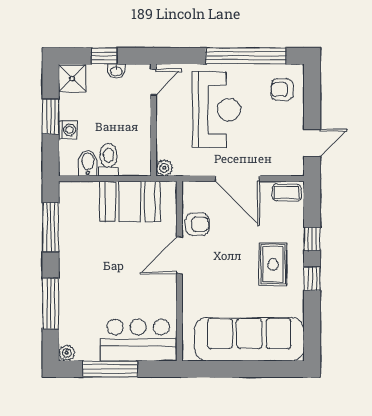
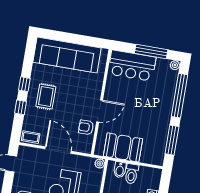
bidet: (88, 163) -> (120, 170), moved
window: (51, 304) -> (179, 96), width x1.46

